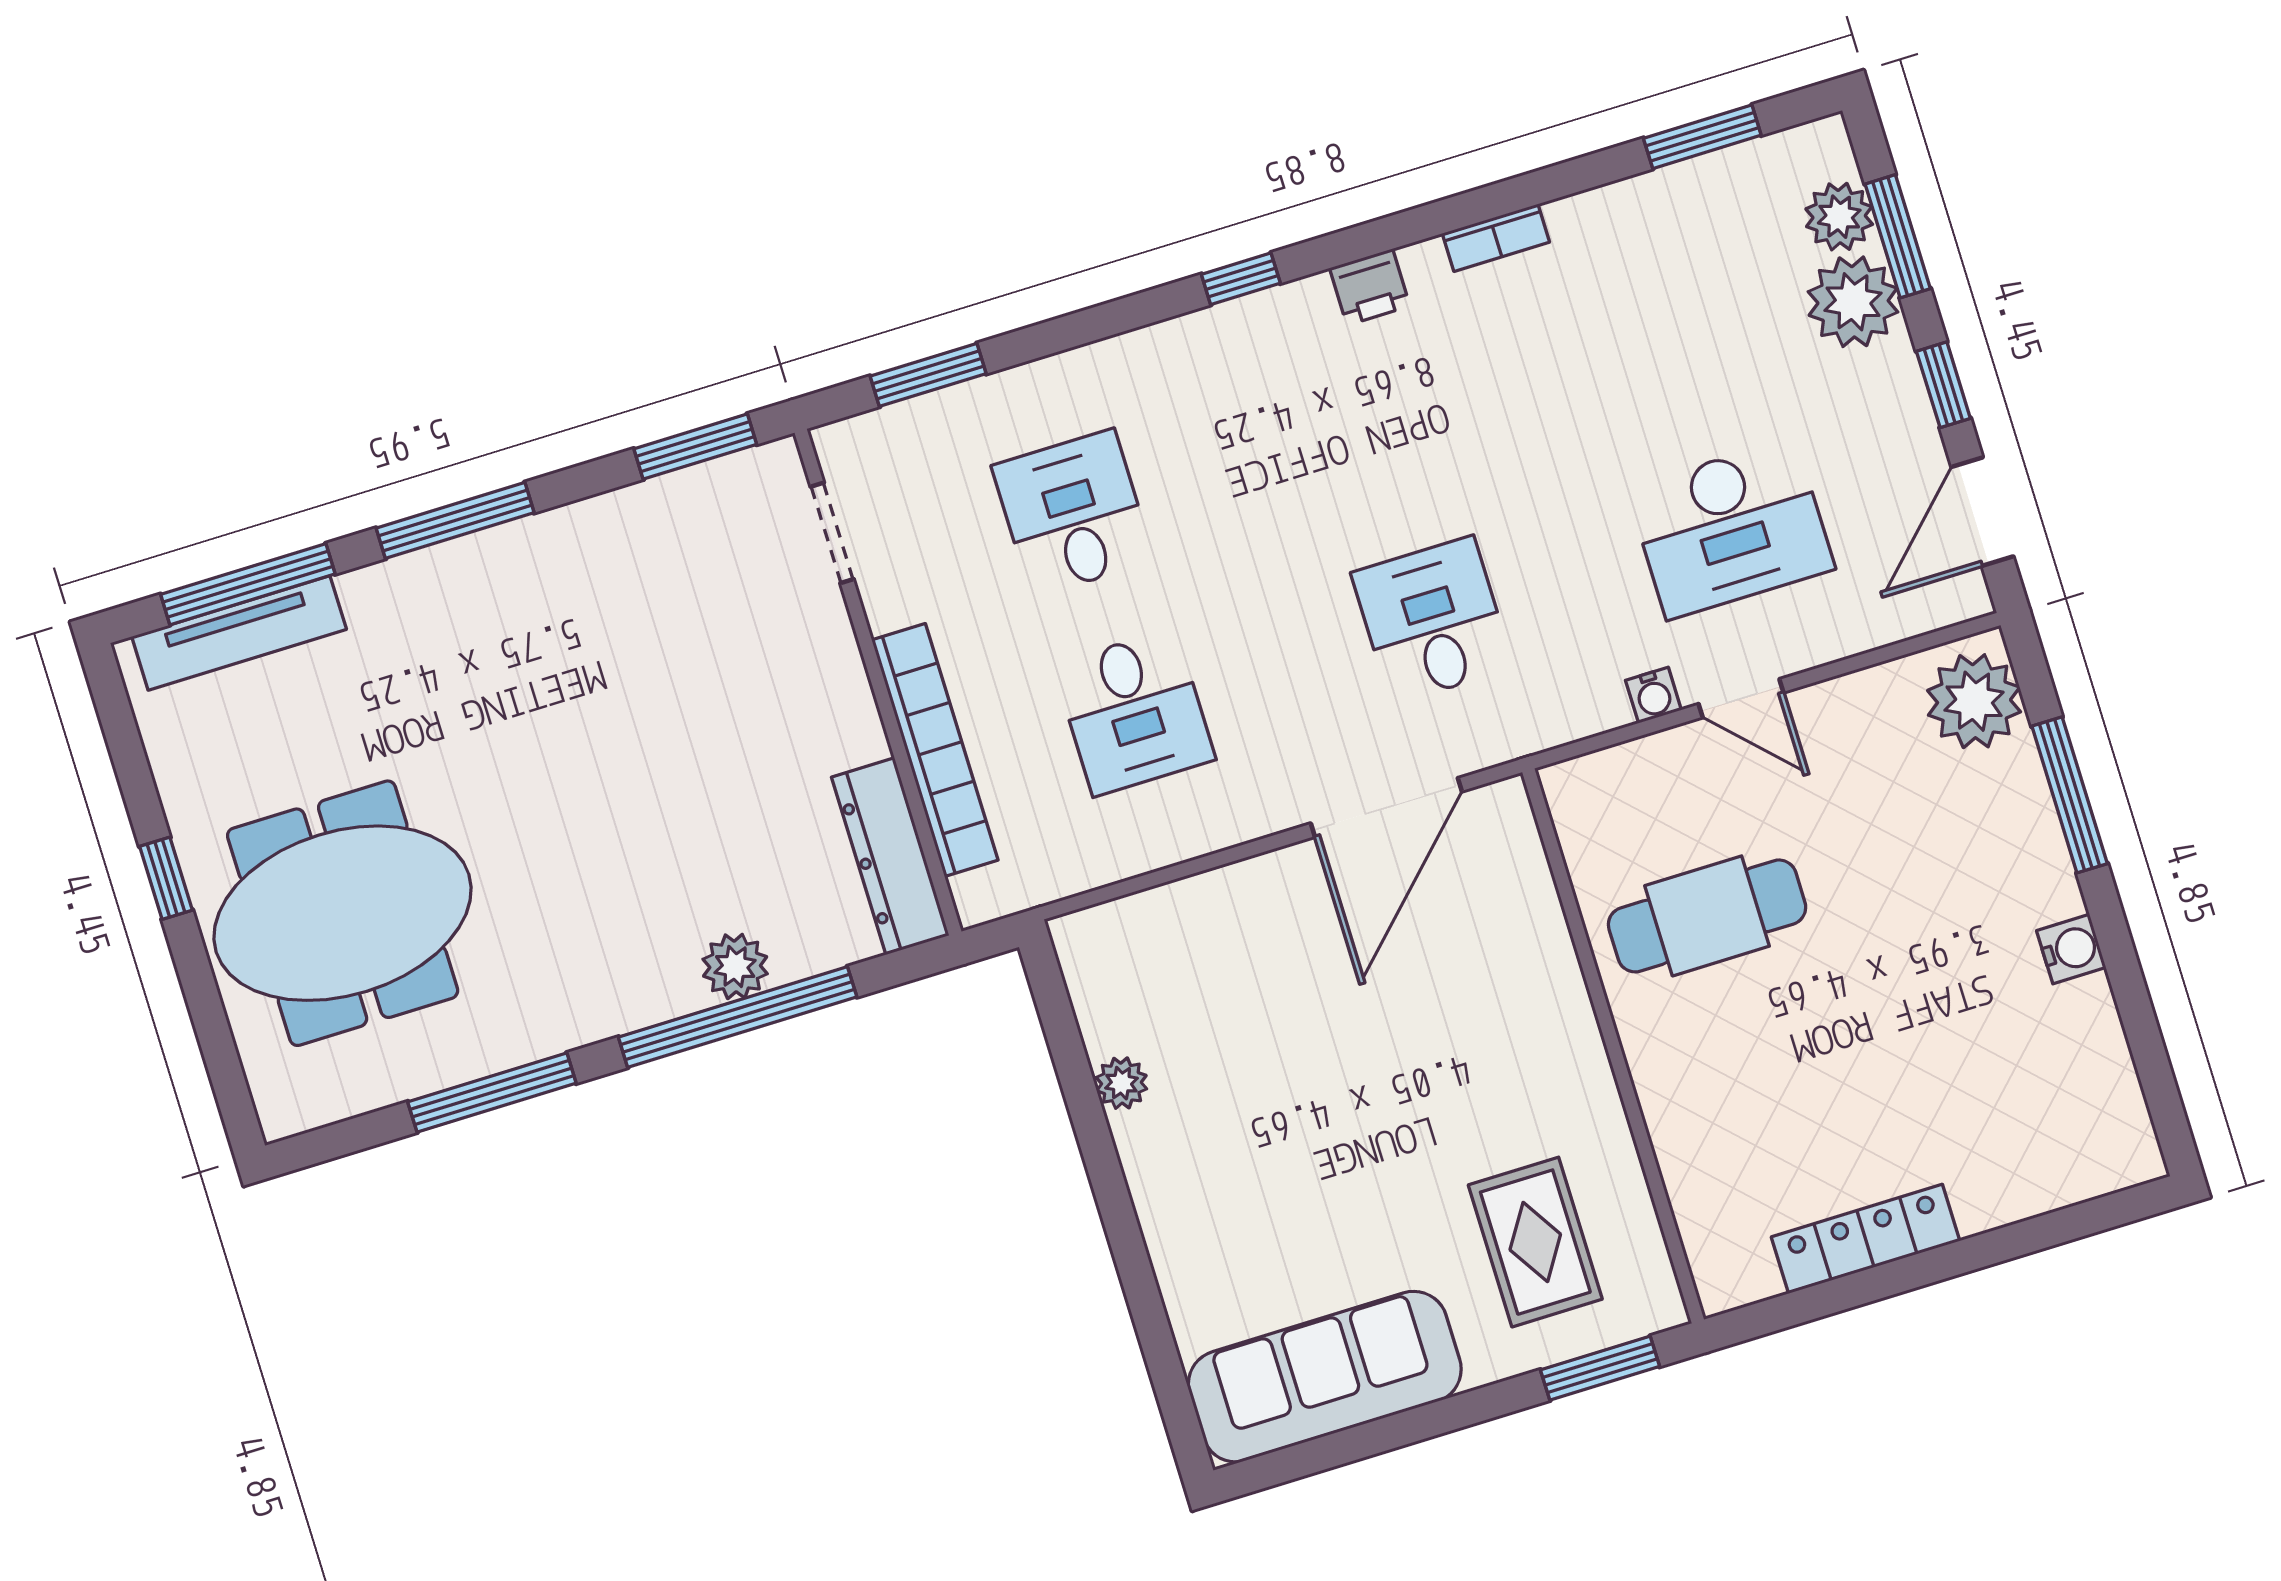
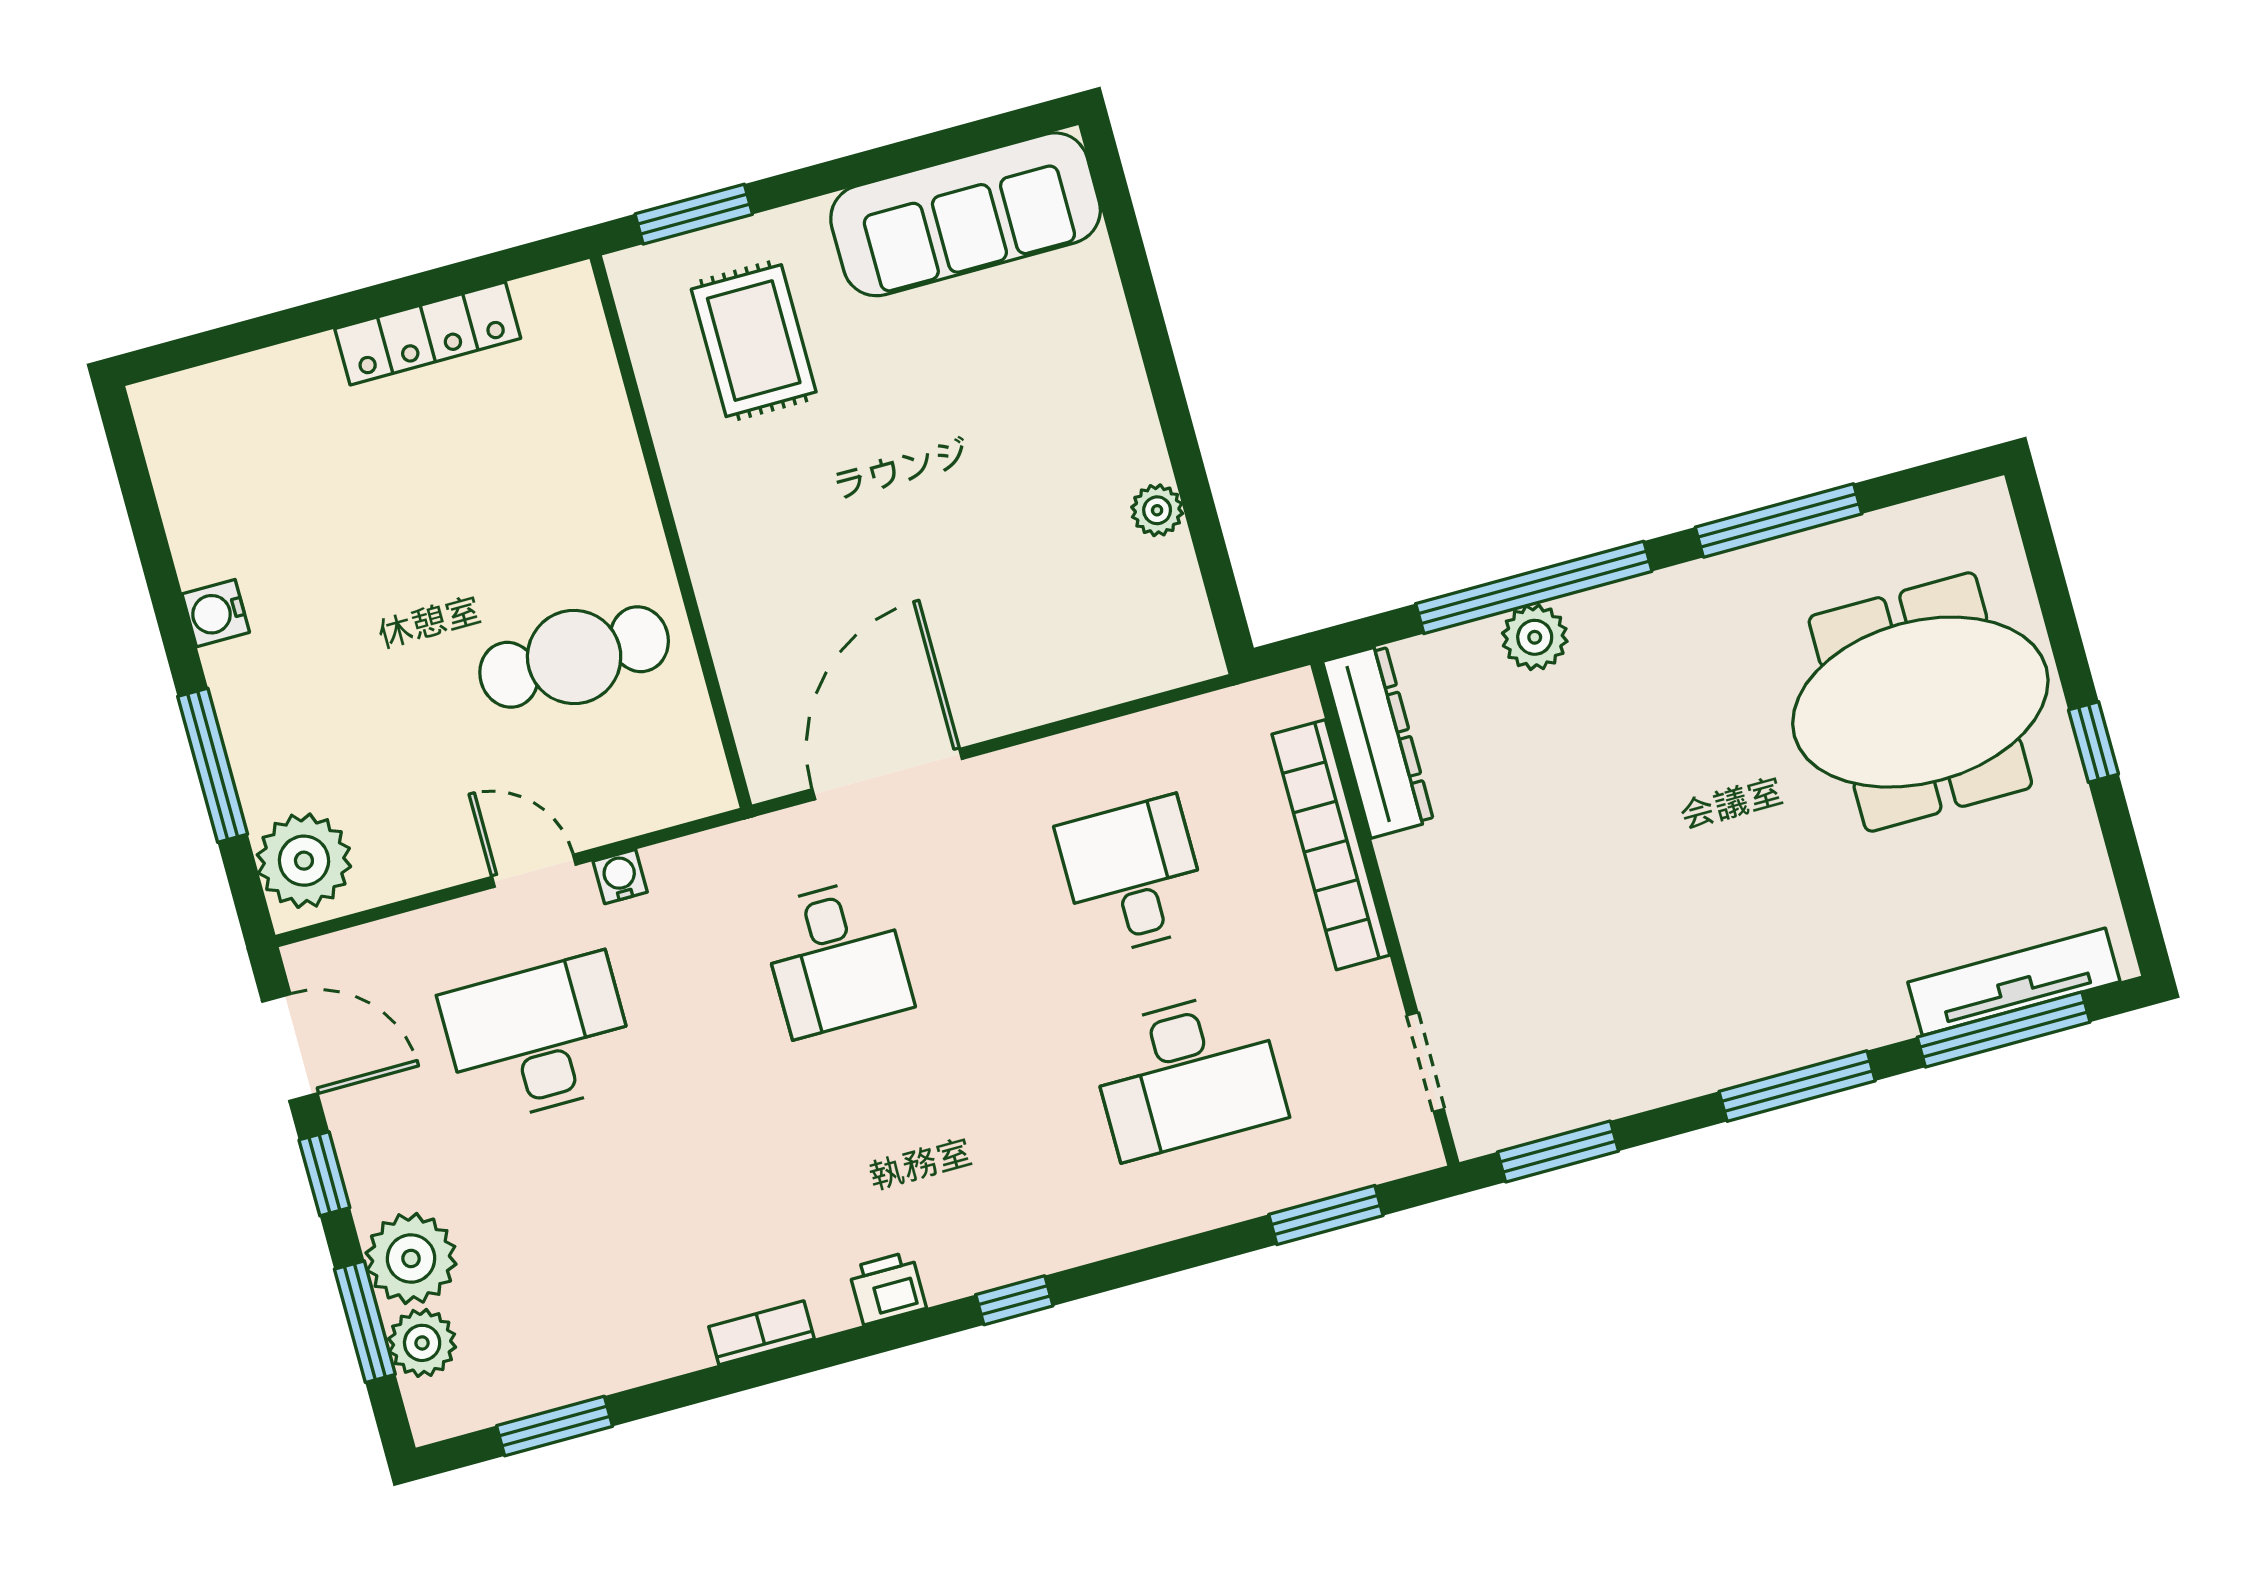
door: (1982, 512) -> (290, 1047), hinge flipped
desk: (1073, 513) -> (1187, 1074), width x1.37

